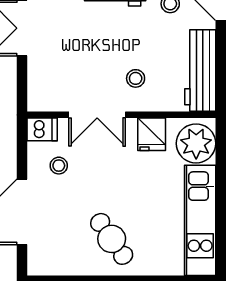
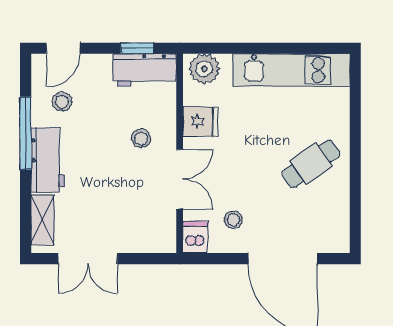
workbench: (200, 71) -> (145, 70), width x0.73
window: (221, 75) -> (137, 48), added
plant: (196, 143) -> (204, 69), width x0.73, depth x0.73

